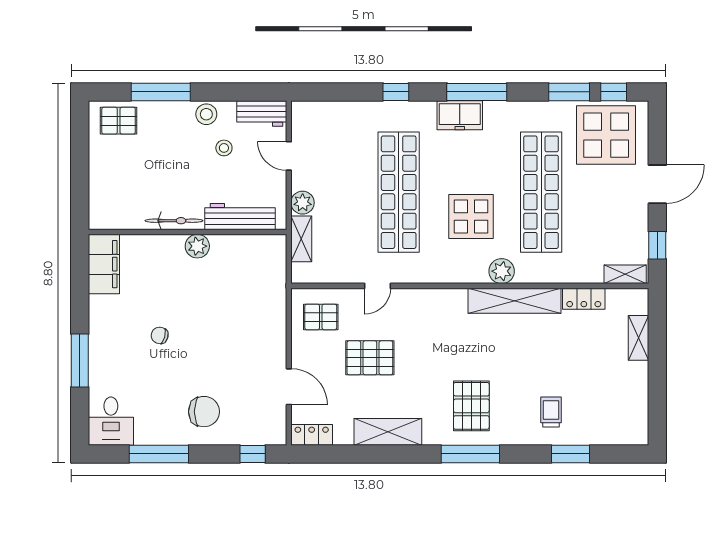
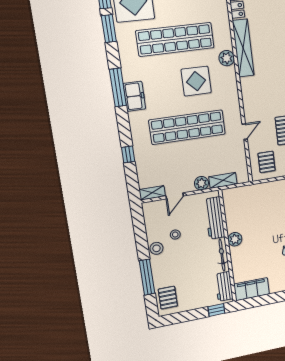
window: (396, 92) -> (128, 154), moved
workbench: (262, 113) -> (224, 286), moved, turned 180
shelving: (300, 121) -> (152, 193), added
window: (80, 199) -> (216, 310), added
door: (378, 286) -> (245, 132), hinge flipped

